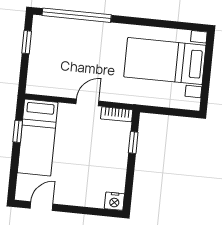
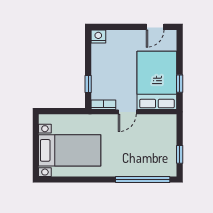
bed: (38, 138) -> (157, 80), width x1.50

